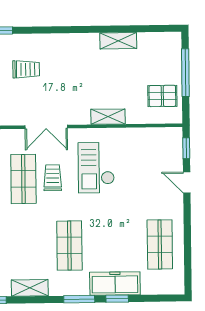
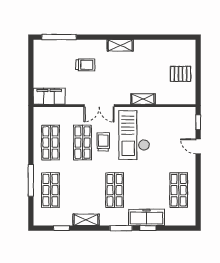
shelving: (118, 41) -> (120, 45), moved
window: (185, 73) -> (198, 69), removed
pallet: (162, 96) -> (181, 74), moved
checkout: (96, 168) -> (134, 135), width x1.36, depth x1.21

